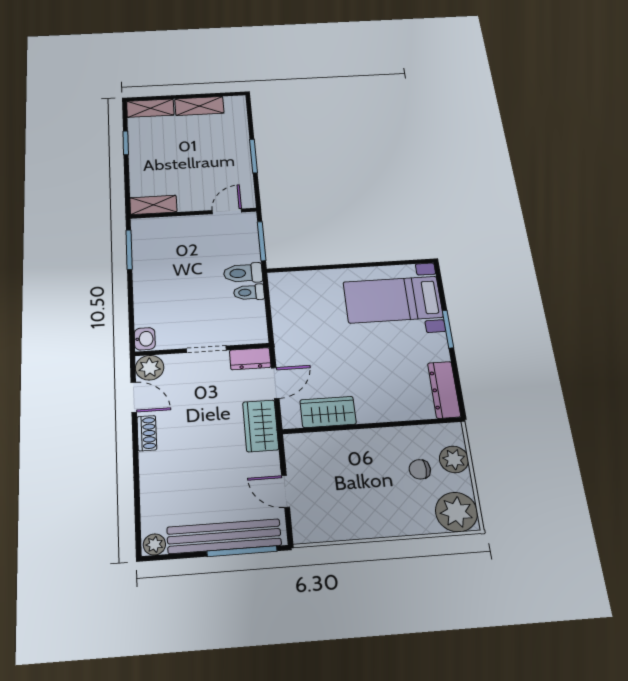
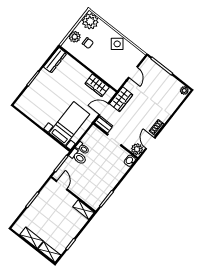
door: (227, 211) -> (62, 185), swing flipped
bed with nightstands: (393, 300) -> (69, 124), moved, turned -90
side table: (366, 516) -> (117, 44), added
bench: (224, 536) -> (163, 75), removed

